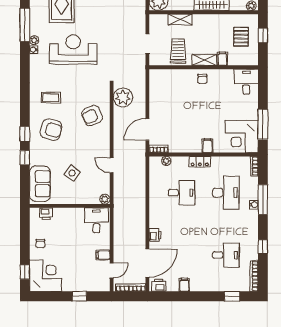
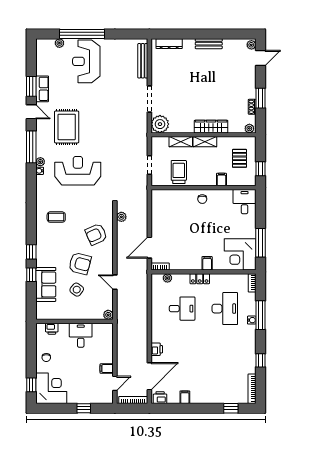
window: (263, 36) -> (260, 169), moved
shelving: (204, 60) -> (205, 142), moved
plant: (123, 97) -> (121, 217), width x0.53, depth x0.53
armchair: (51, 130) -> (80, 264), moved
sofa: (40, 184) -> (46, 284), moved
desk: (97, 220) -> (81, 335), moved
desk: (226, 255) -> (225, 369), removed

